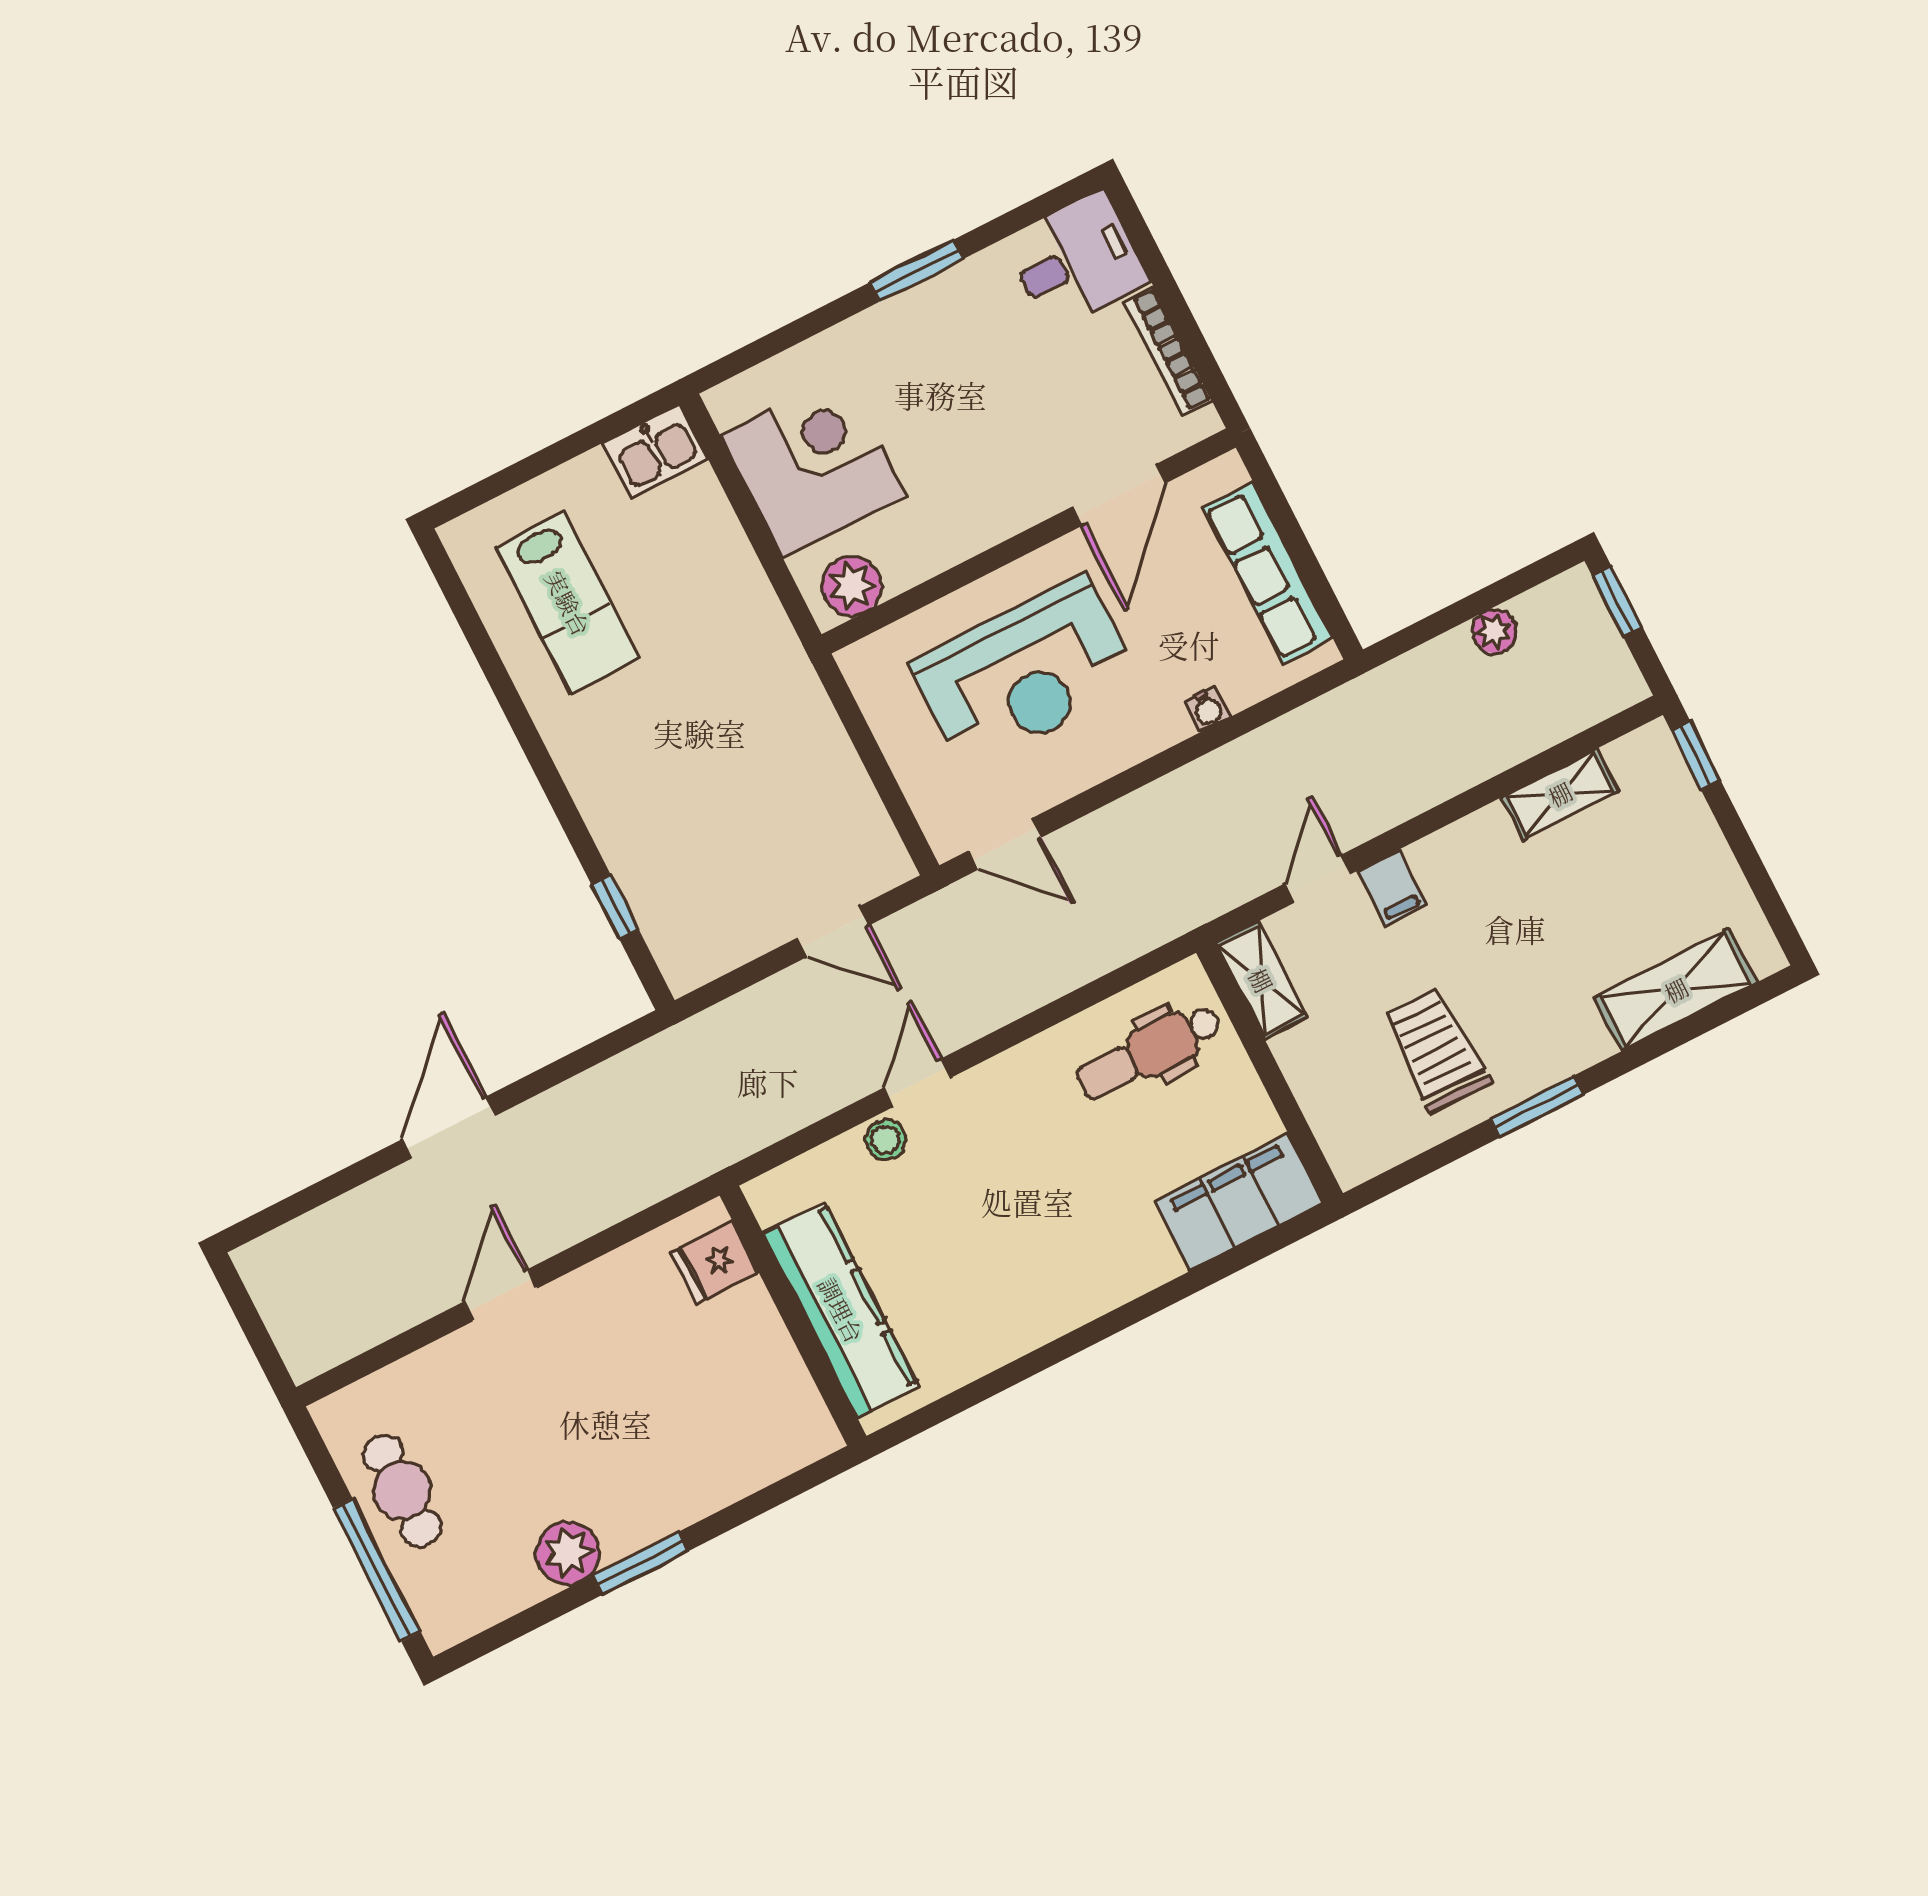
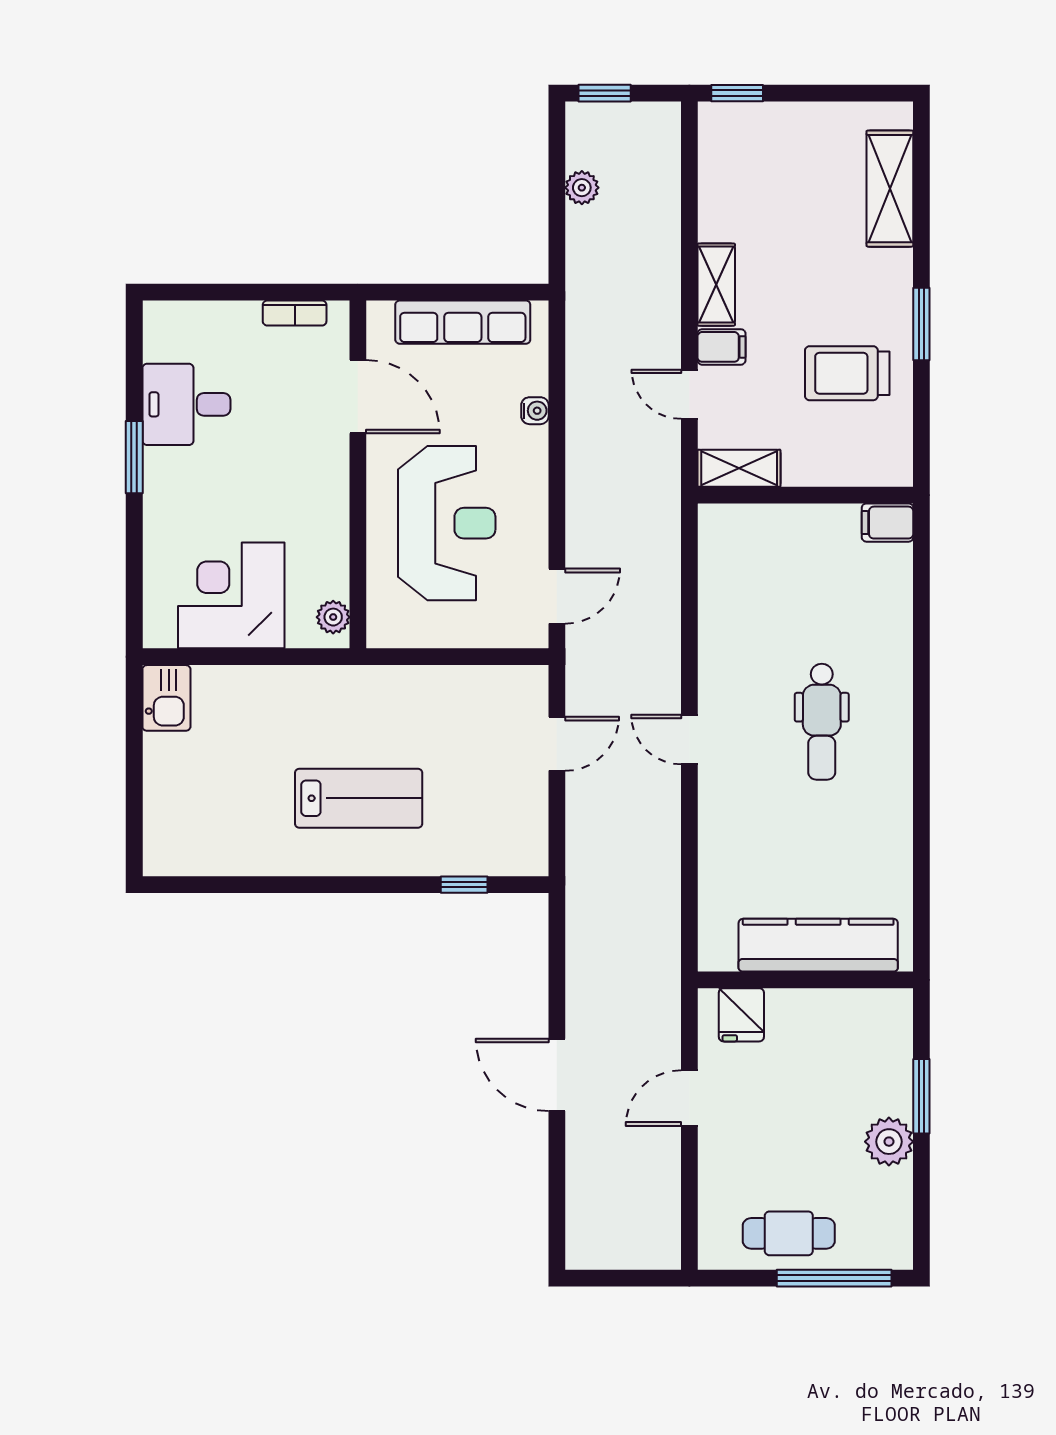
desk: (1076, 261) -> (186, 404), moved, turned -90
bookcase: (1168, 351) -> (295, 313), width x0.64
plant: (852, 586) -> (333, 617), width x0.73, depth x0.73
lab bench: (568, 603) -> (359, 798), moved
shelving: (1560, 794) -> (716, 285), moved
dental chair: (1149, 1052) -> (822, 722), moved
stool: (886, 1140) -> (717, 781), removed
filing cabinet: (1239, 1202) -> (888, 523), width x0.33, depth x0.86
fridge: (714, 1262) -> (741, 1015), moved
door: (500, 1295) -> (689, 1098), hinge flipped
kitchen counter: (841, 1310) -> (818, 945), moved
wall: (793, 1316) -> (805, 980), moved

